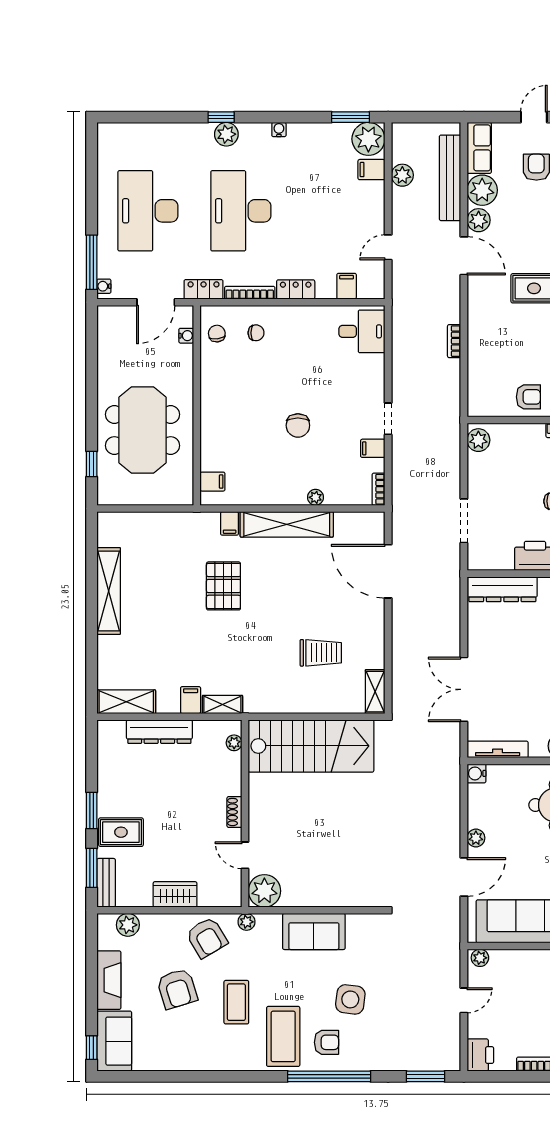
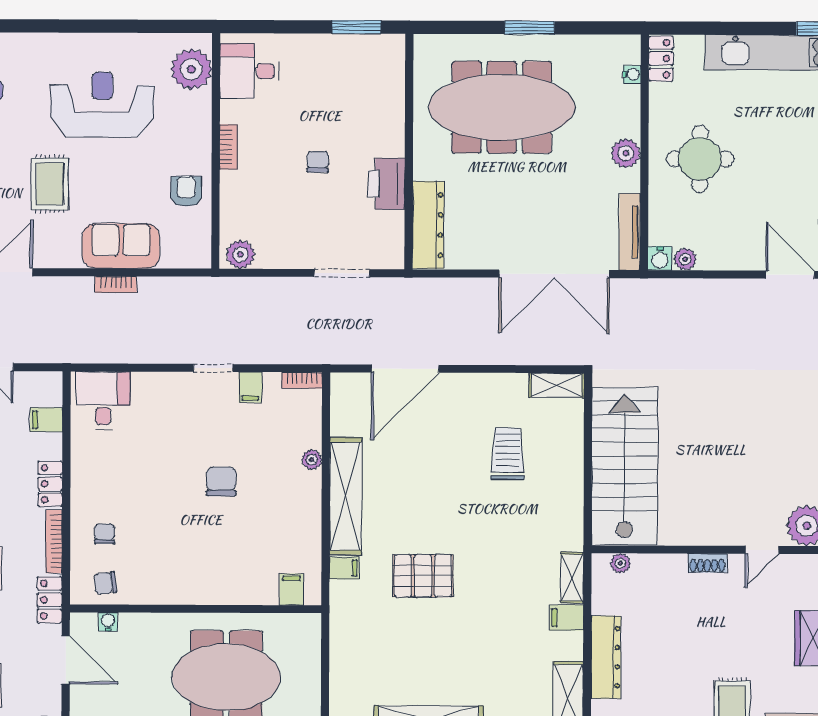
sofa: (485, 345) -> (121, 246), added
chair: (298, 425) -> (221, 482), turned -90
double door: (464, 689) -> (554, 274), width x1.36
plant: (476, 838) -> (685, 259), moved

